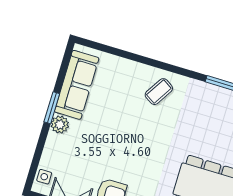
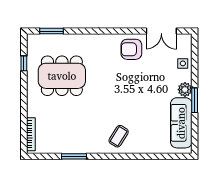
side table: (44, 177) -> (183, 63), moved

